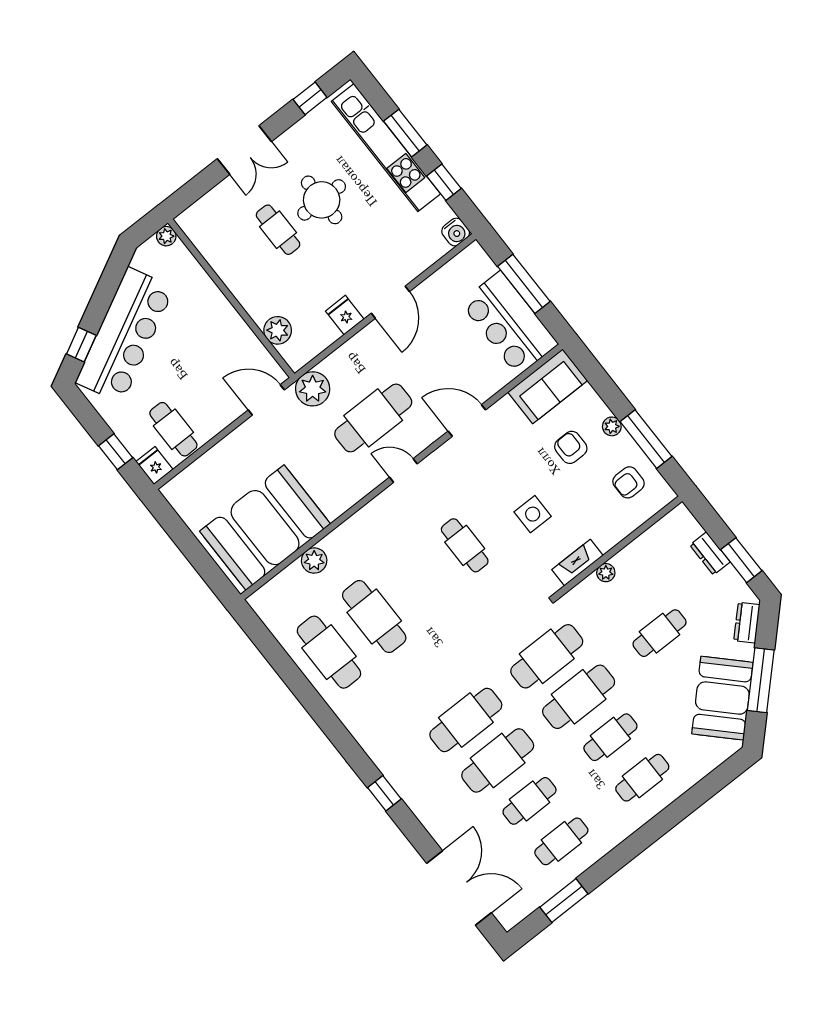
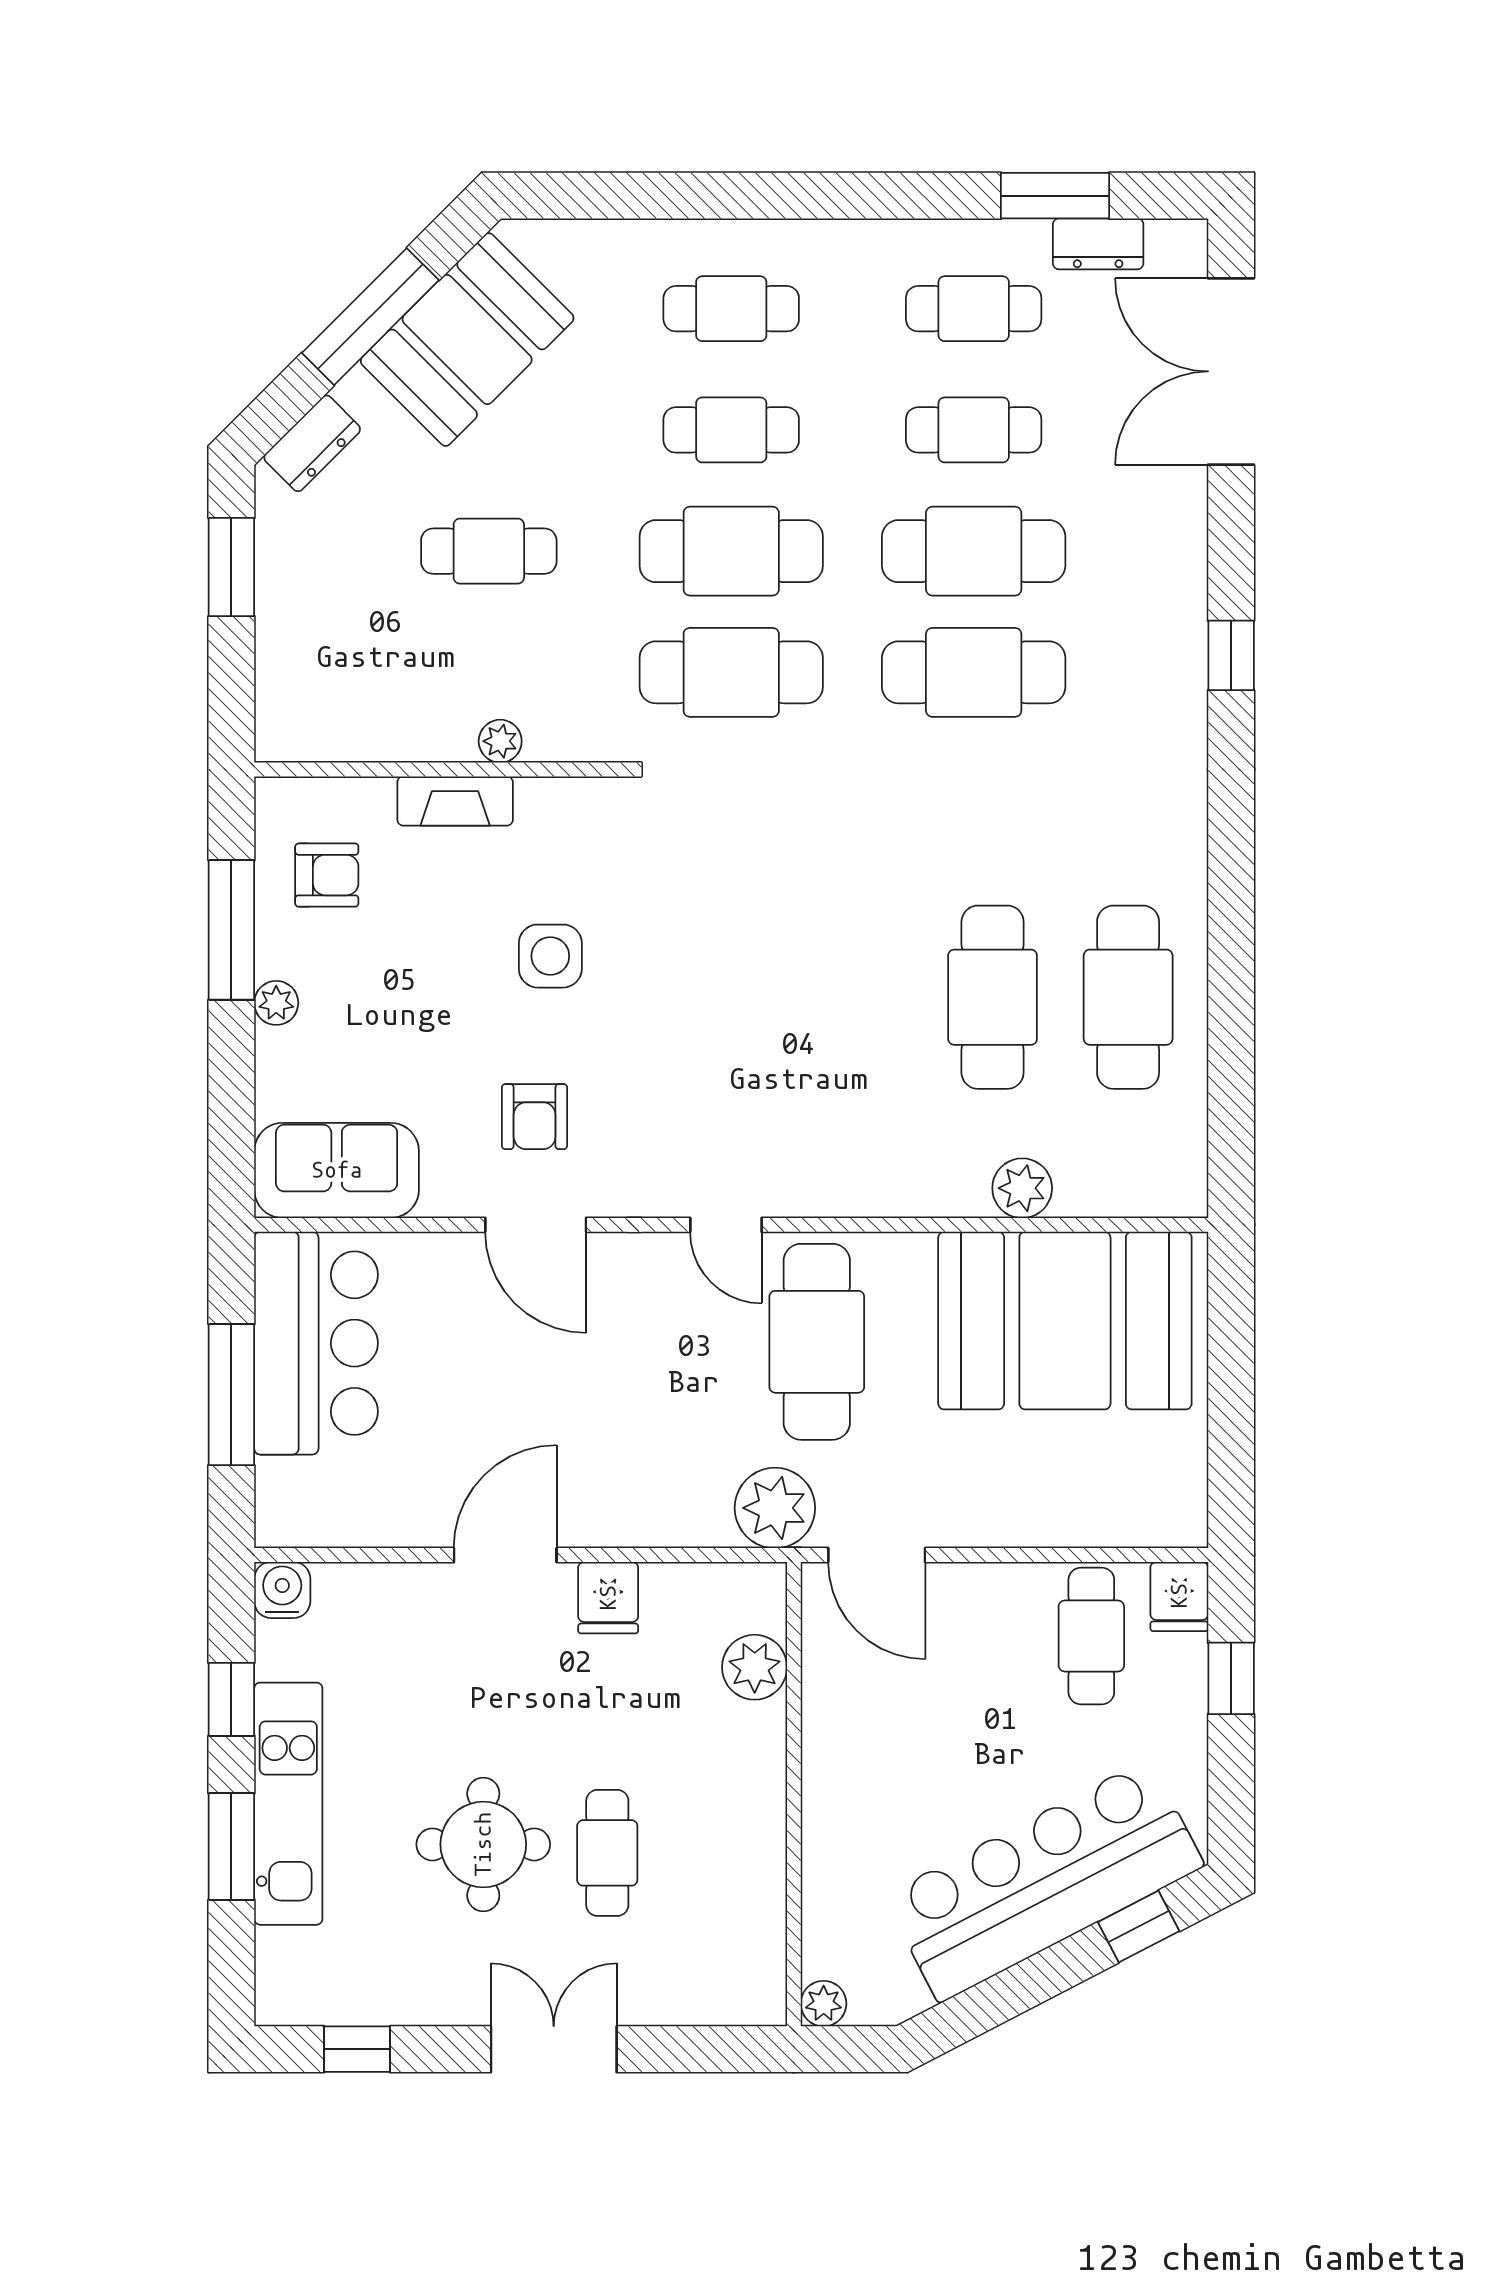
kitchen unit: (386, 148) -> (288, 1804), width x0.73
cafe table: (373, 418) -> (817, 1342), moved, turned 90
armchair: (571, 447) -> (535, 1117), moved
cafe table: (465, 545) -> (721, 997), removed
dresser: (710, 553) -> (1098, 244), moved, turned 90
fireplace: (577, 563) -> (455, 801), moved

